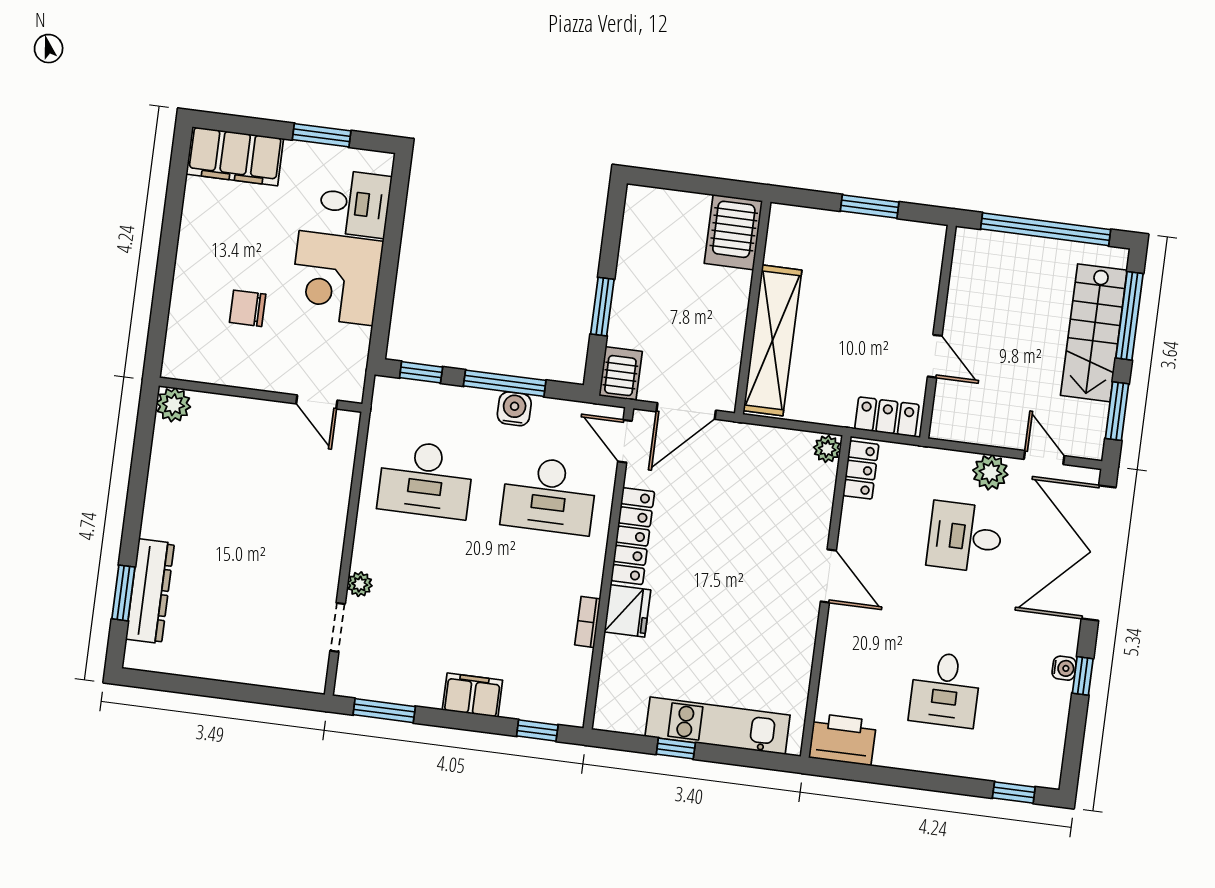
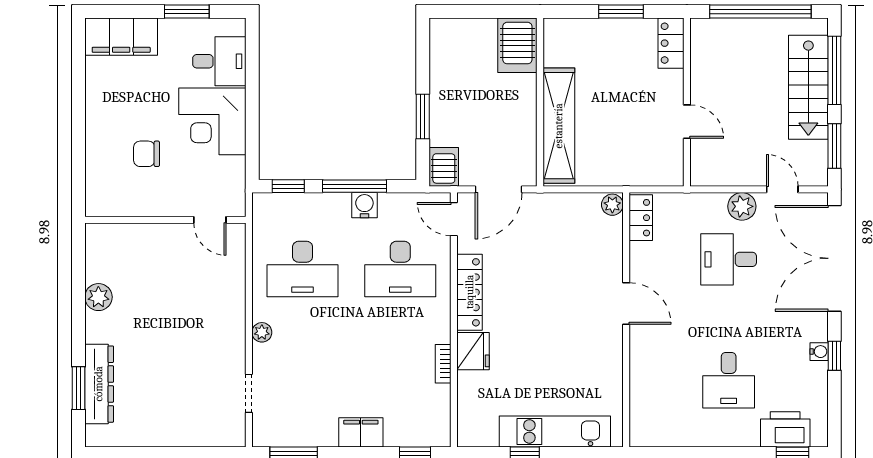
plant: (173, 405) -> (98, 297), moved
locker: (887, 417) -> (671, 43), moved, turned -90
plant: (360, 584) -> (262, 332), moved
printer: (843, 739) -> (785, 429), moved

